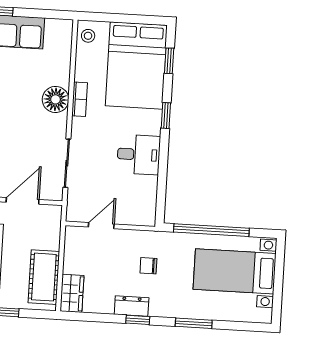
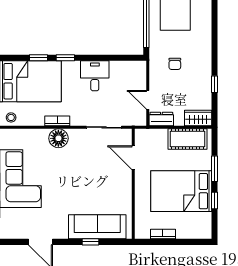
window: (169, 61) -> (39, 58), moved
dresser: (132, 306) -> (161, 119), moved, turned 90
window: (138, 320) -> (214, 84), moved
window: (194, 323) -> (214, 29), removed

